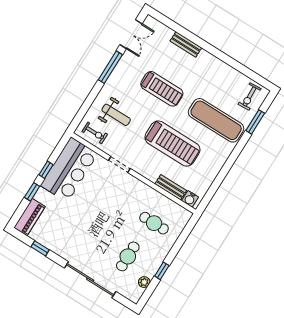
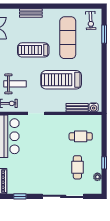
treadmill: (162, 89) -> (33, 50), turned 180
exercise mat: (216, 120) -> (68, 38), moved, turned 90
treadmill: (172, 144) -> (61, 80), turned 180

